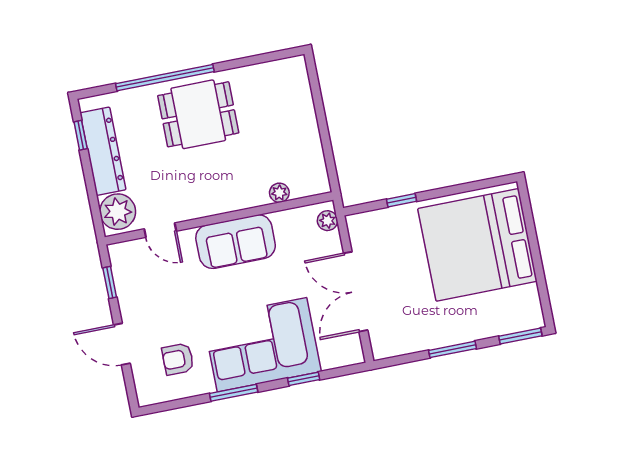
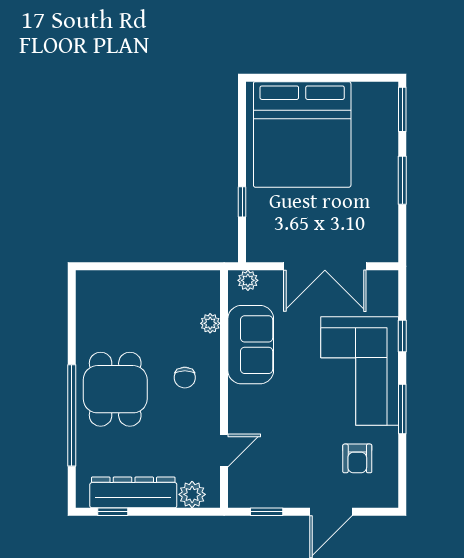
chair: (223, 179) -> (185, 378), added
plant: (118, 212) -> (192, 494), width x0.73, depth x0.73
sofa: (236, 242) -> (251, 345), moved

